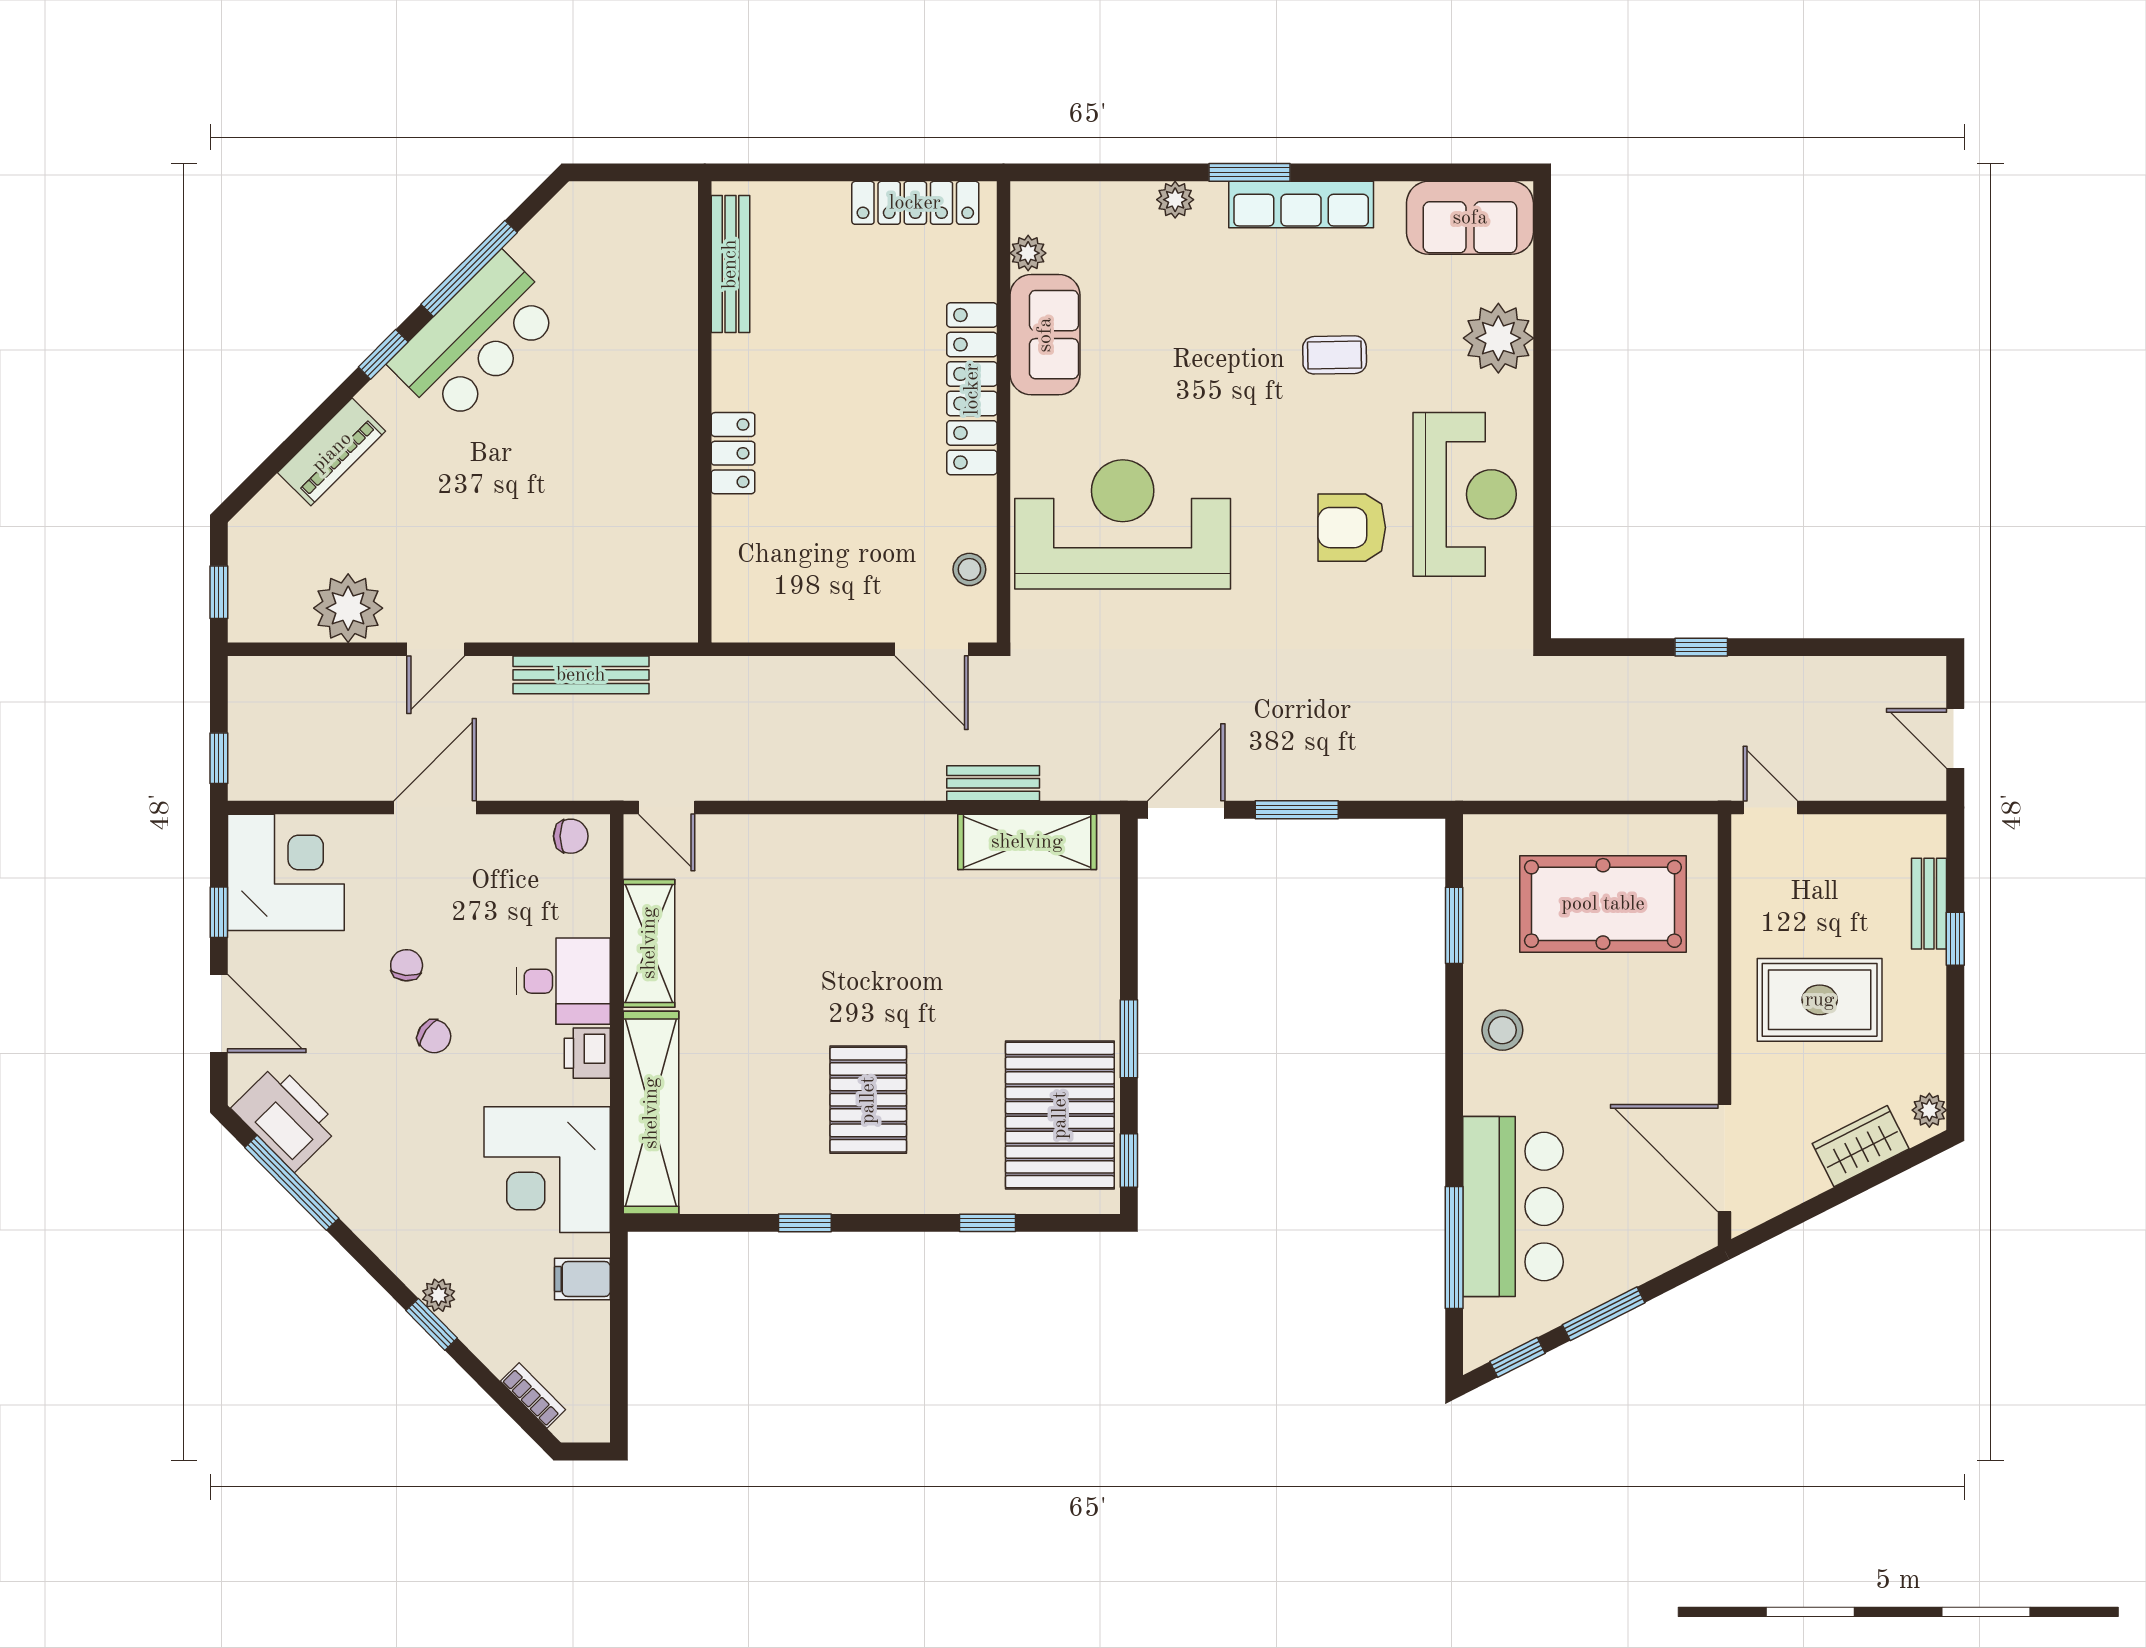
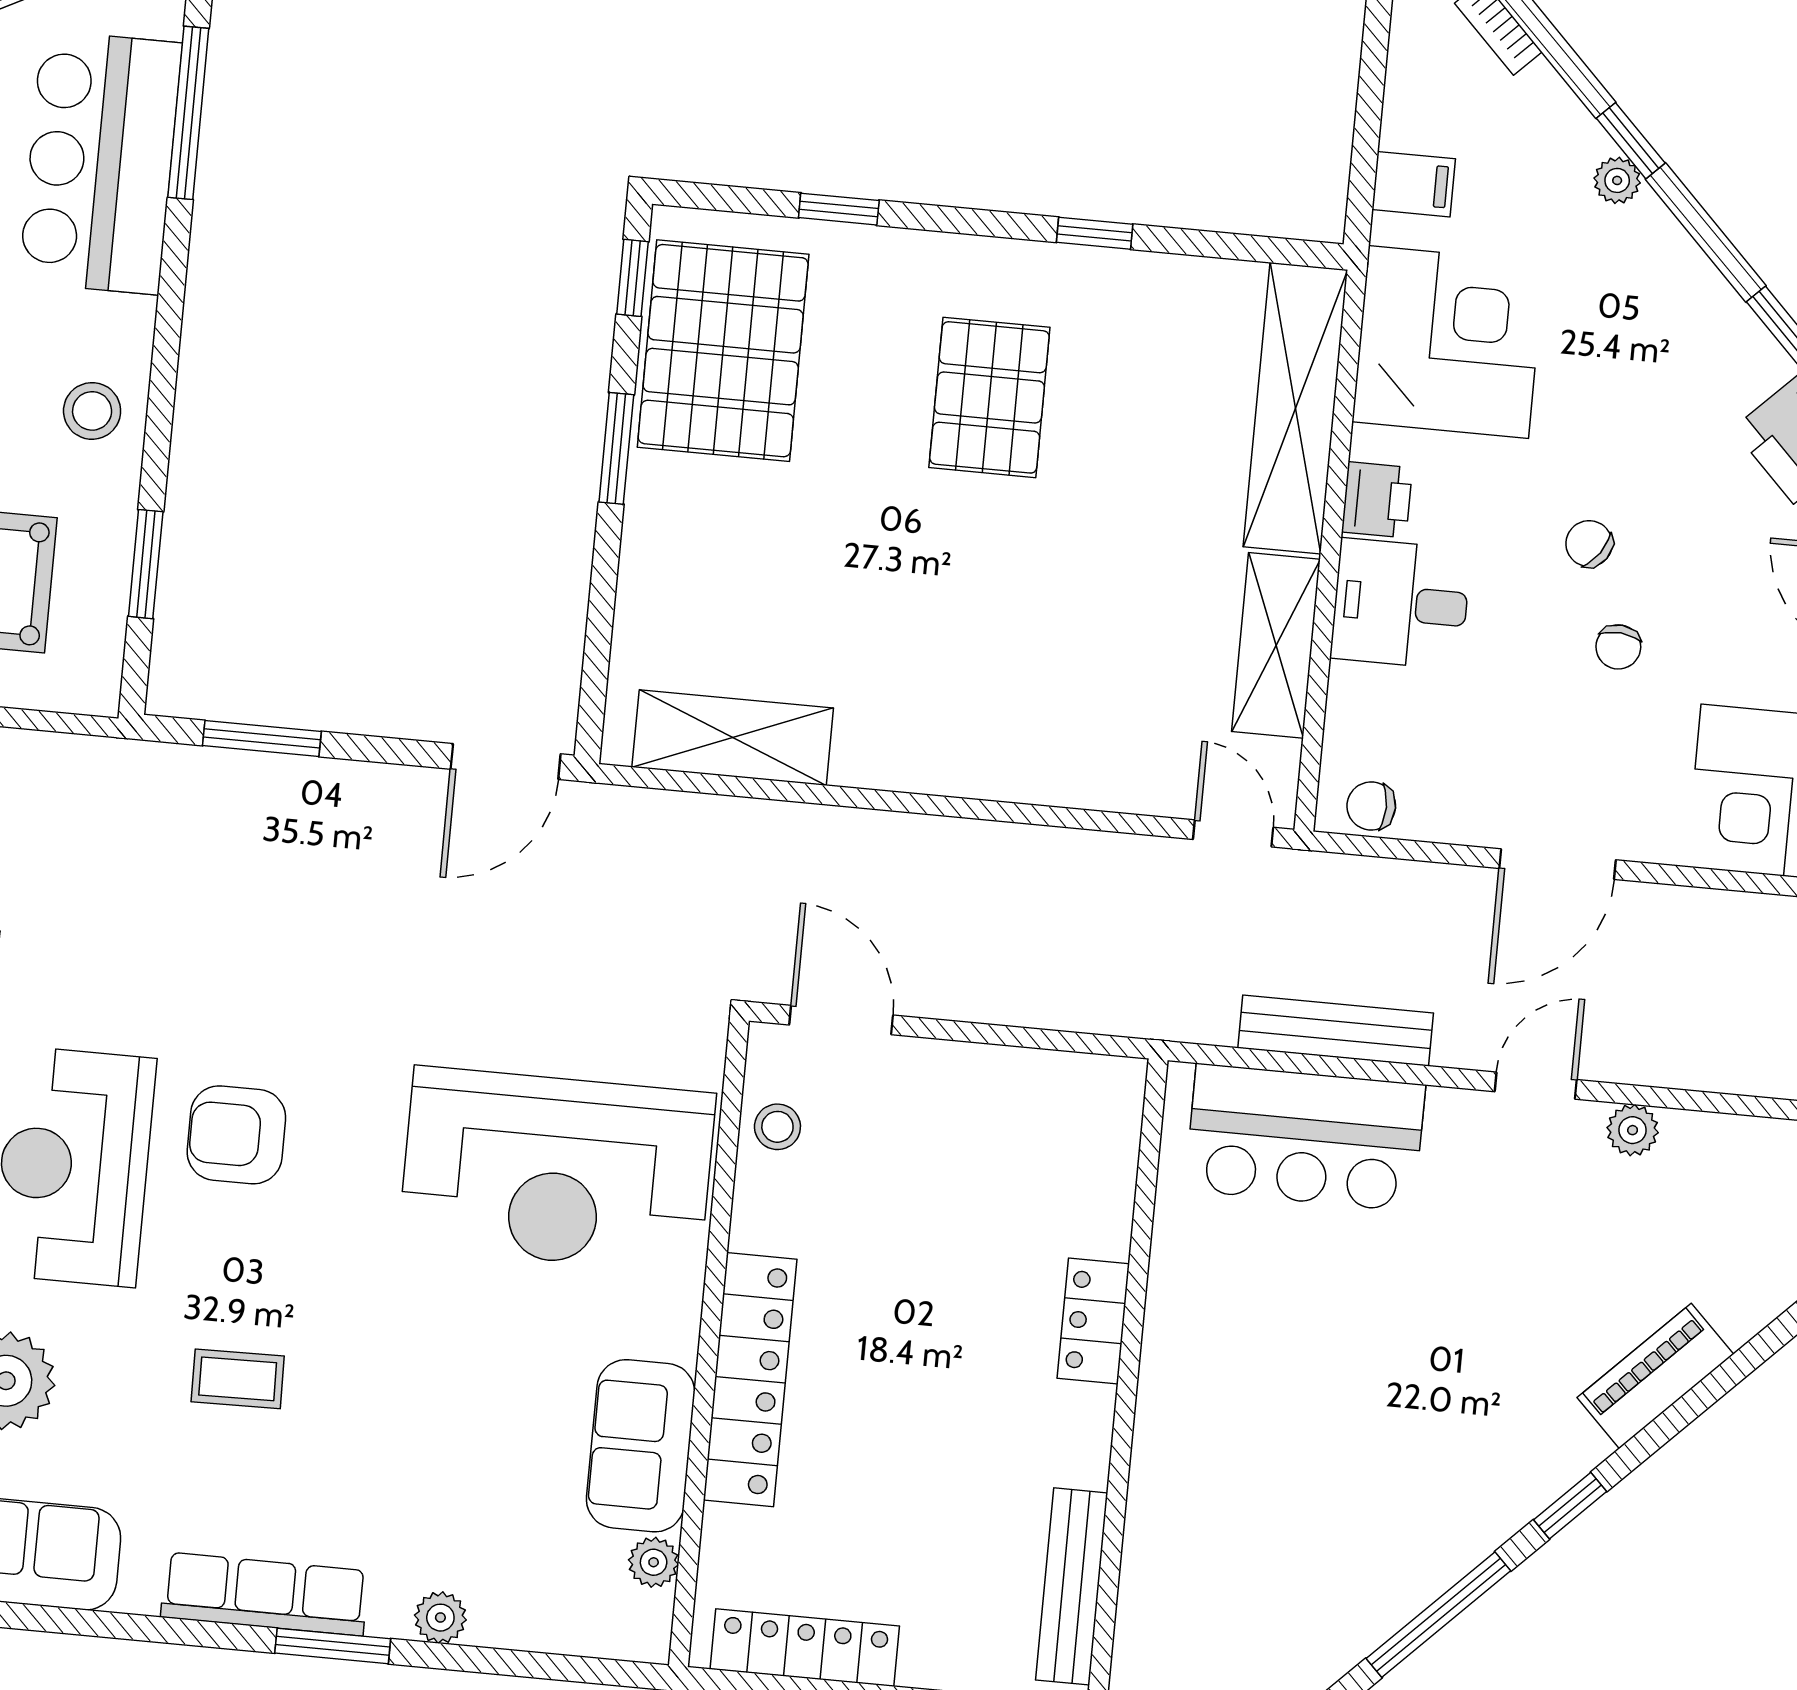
bar counter: (476, 339) -> (1305, 1137), moved, turned -135
armchair: (1352, 528) -> (236, 1135), turned 180
plant: (348, 608) -> (1633, 1130), width x0.53, depth x0.53
bench: (993, 783) -> (773, 824), removed
window: (1297, 810) -> (262, 738), moved

